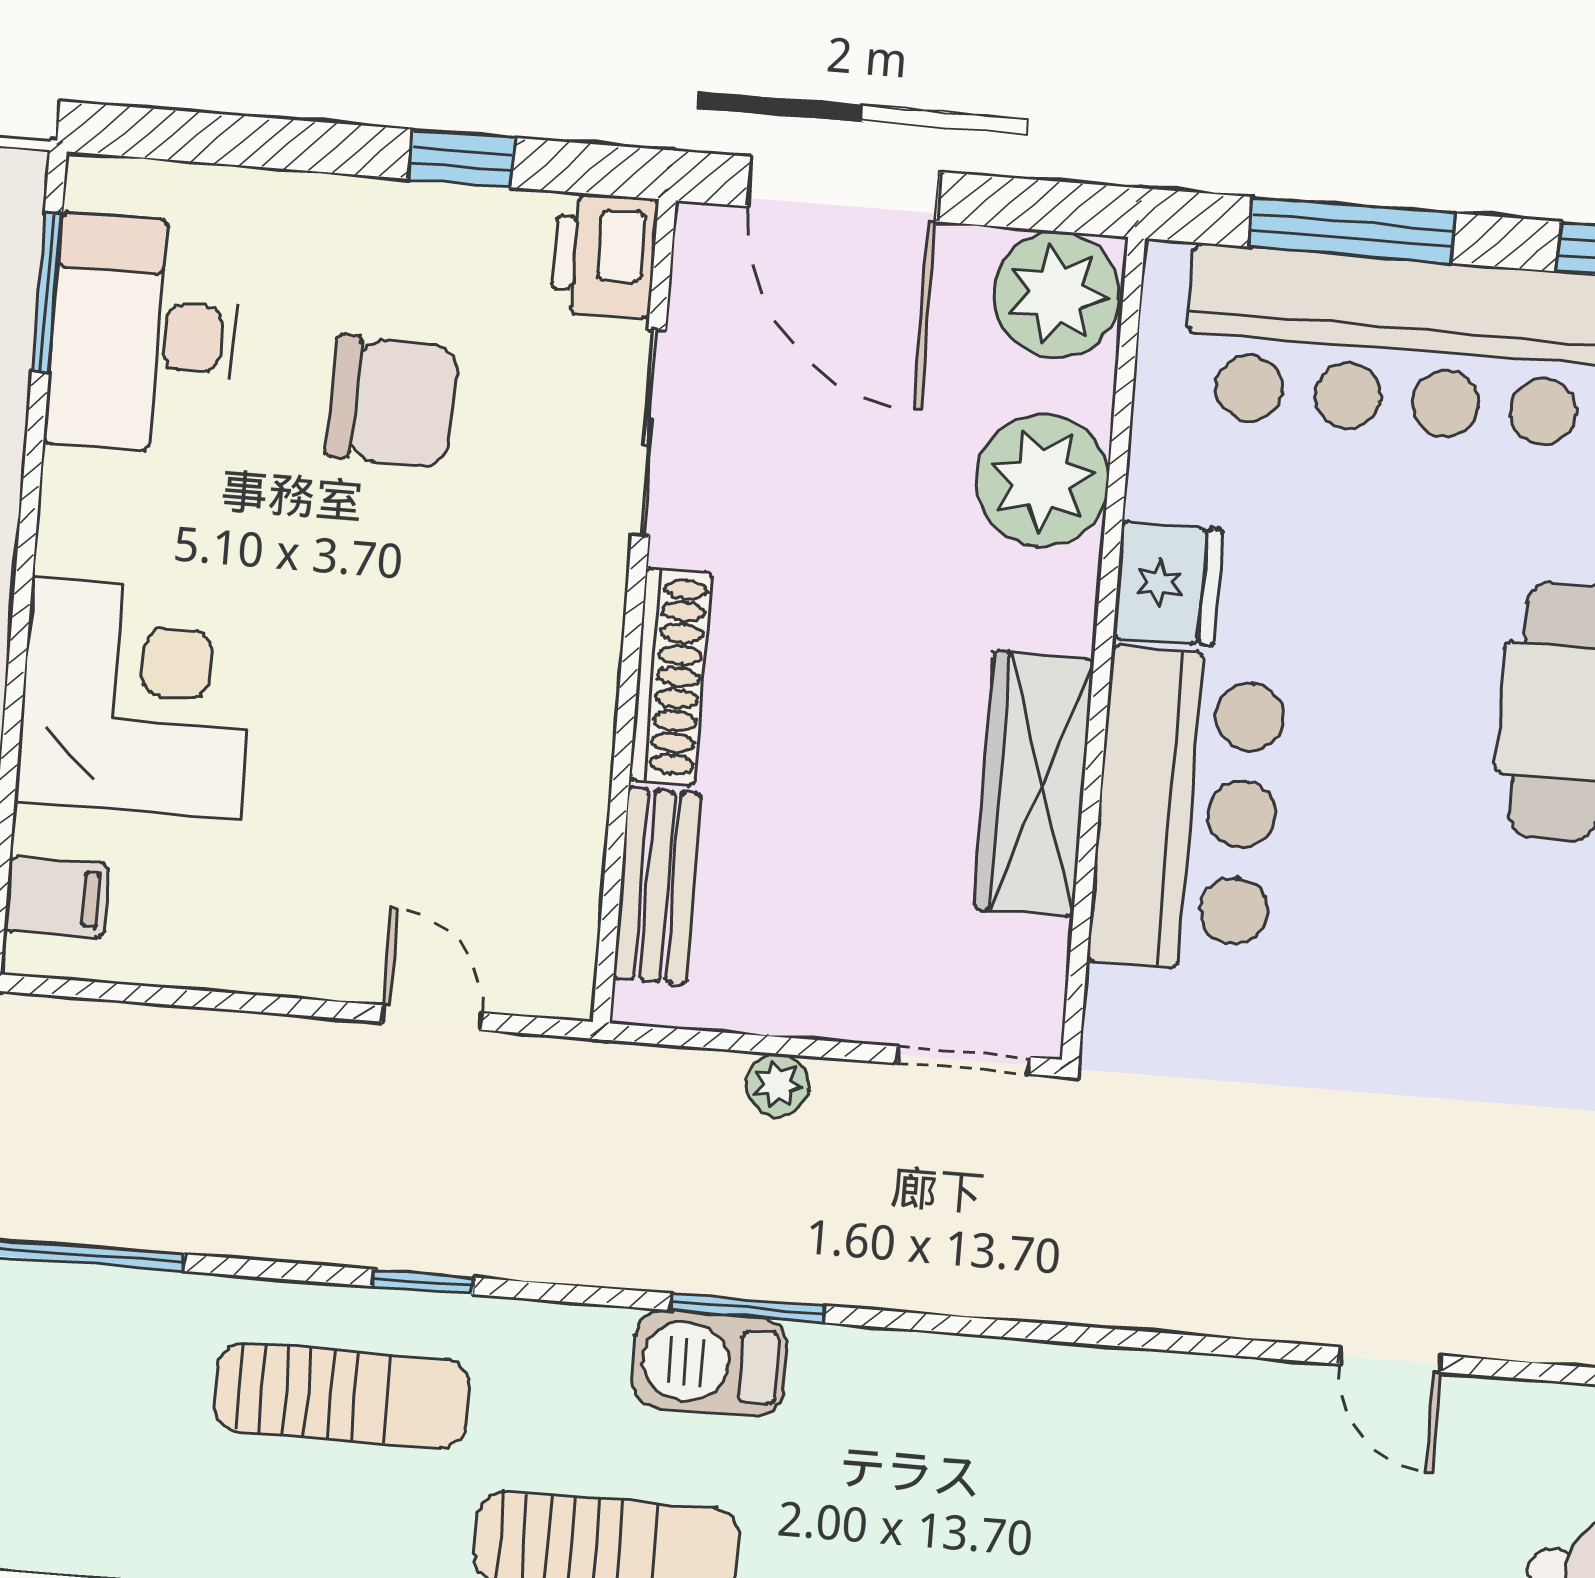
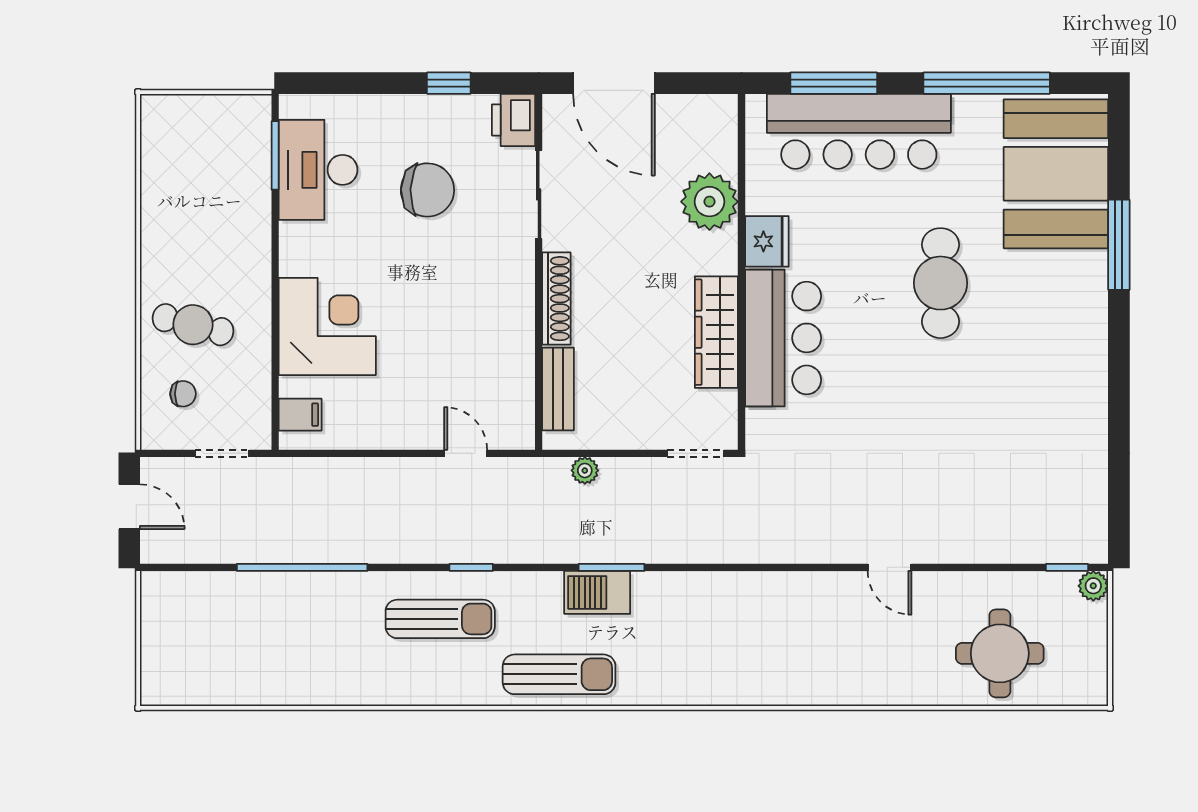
plant: (1057, 294) -> (709, 121), removed
plant: (777, 1085) -> (585, 470), moved

